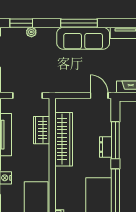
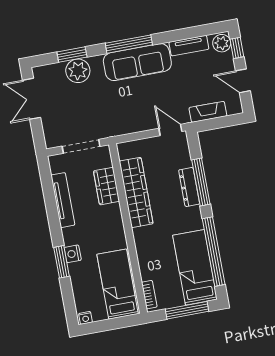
window: (21, 23) -> (72, 55), moved
plant: (31, 32) -> (78, 71), width x1.88, depth x1.88
dresser: (106, 147) -> (189, 187), width x1.44

